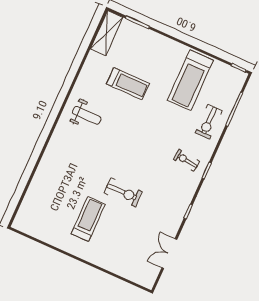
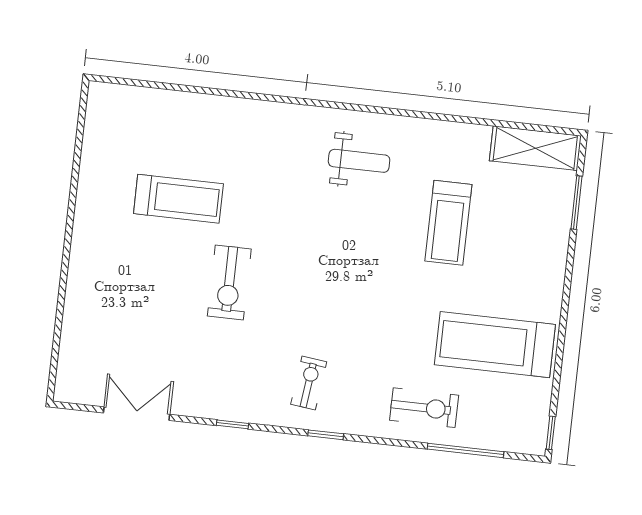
weight bench: (87, 115) -> (359, 161), turned -90
exercise bike: (209, 122) -> (424, 408), turned 180
exercise bike: (186, 160) -> (309, 383), moved
treadmill: (88, 219) -> (178, 199), moved

